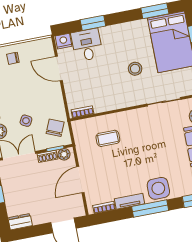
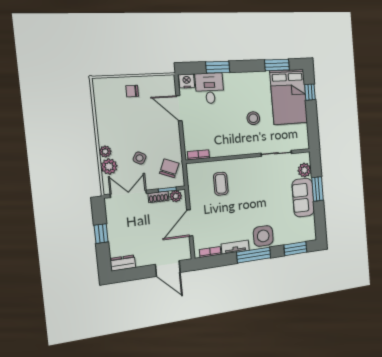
coffee table: (108, 138) -> (221, 184), turned 90

